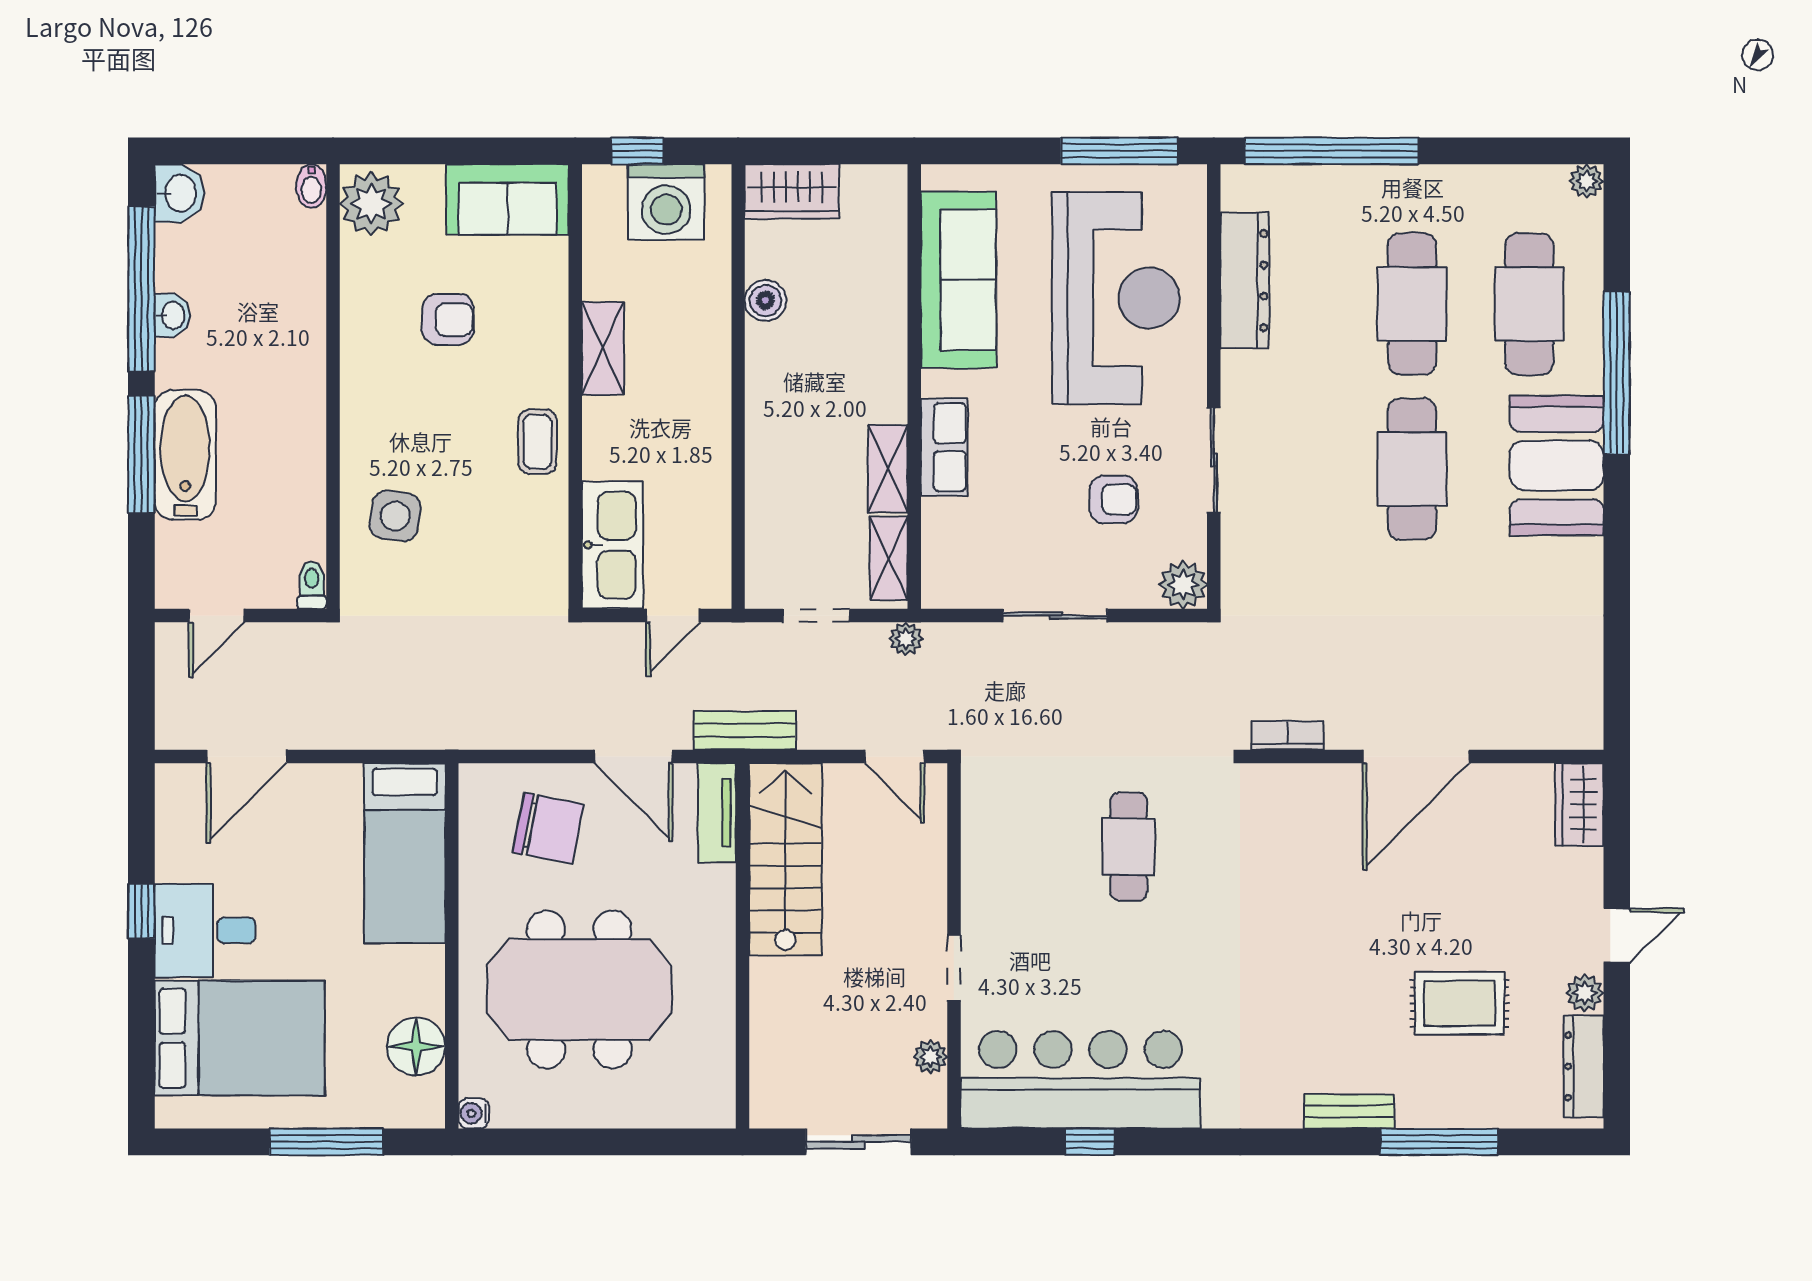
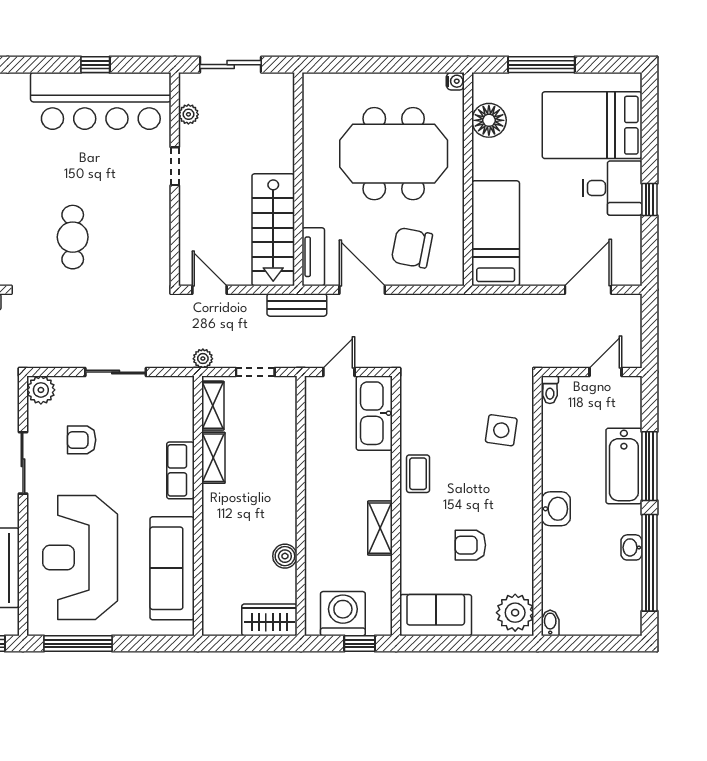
washbasin: (179, 193) -> (556, 509), moved, turned 180

